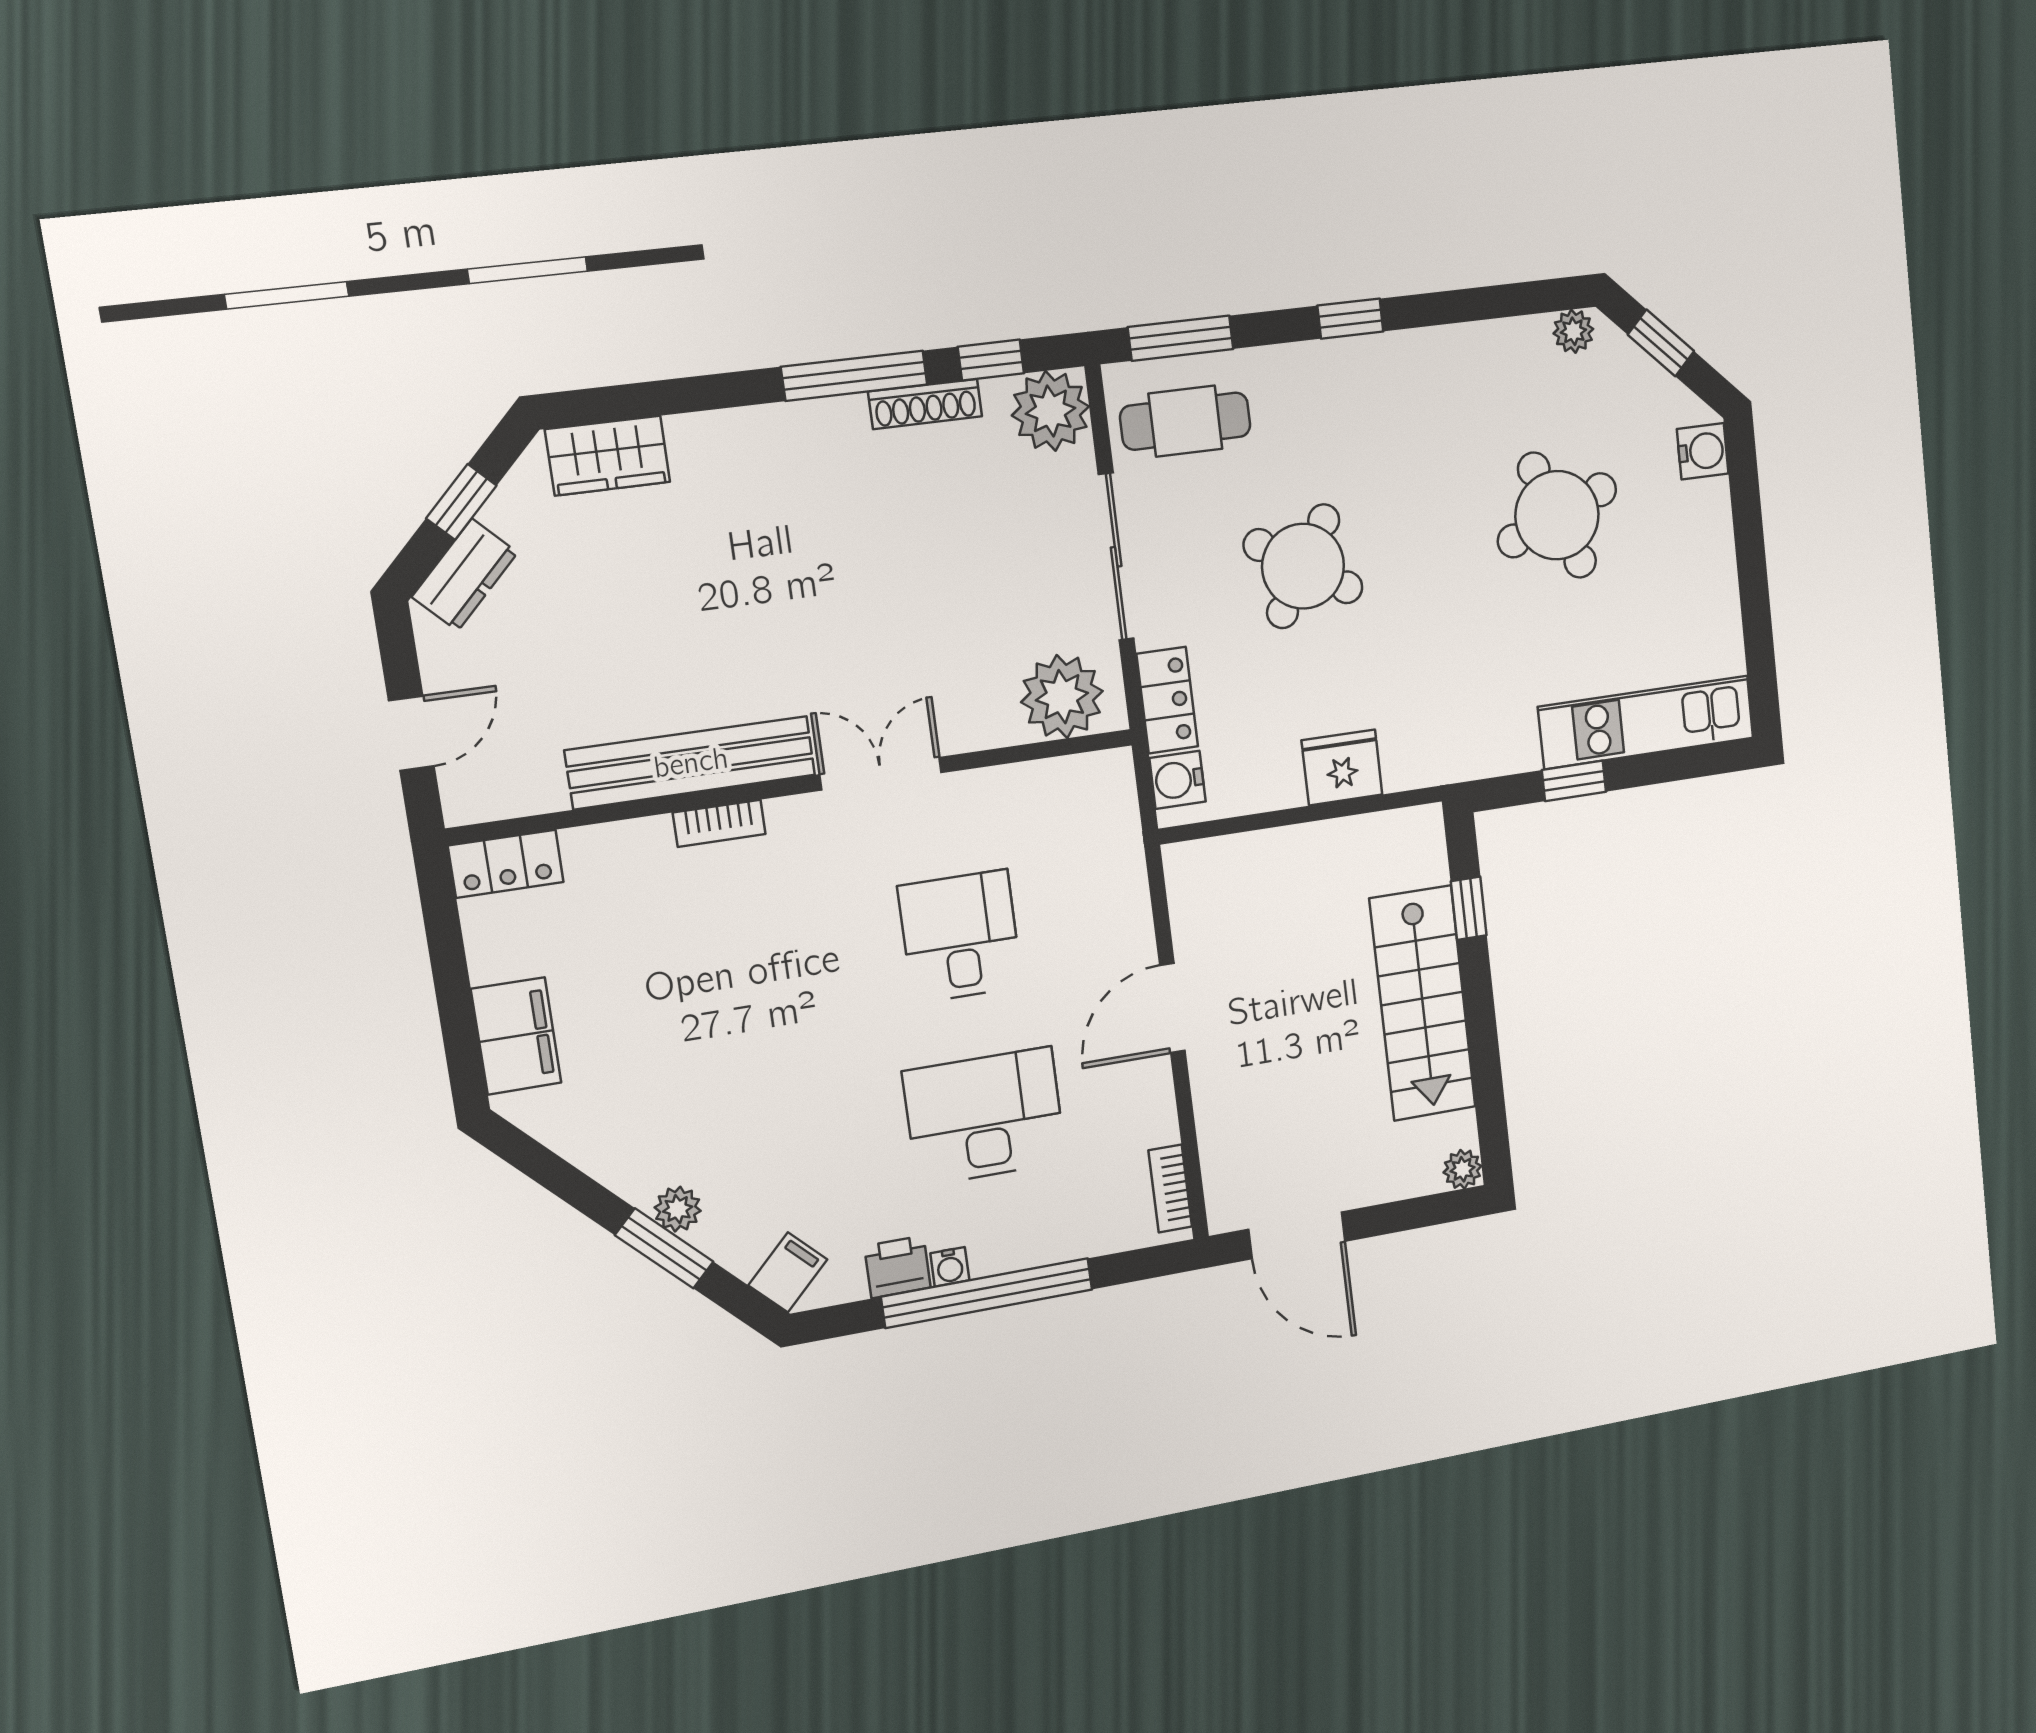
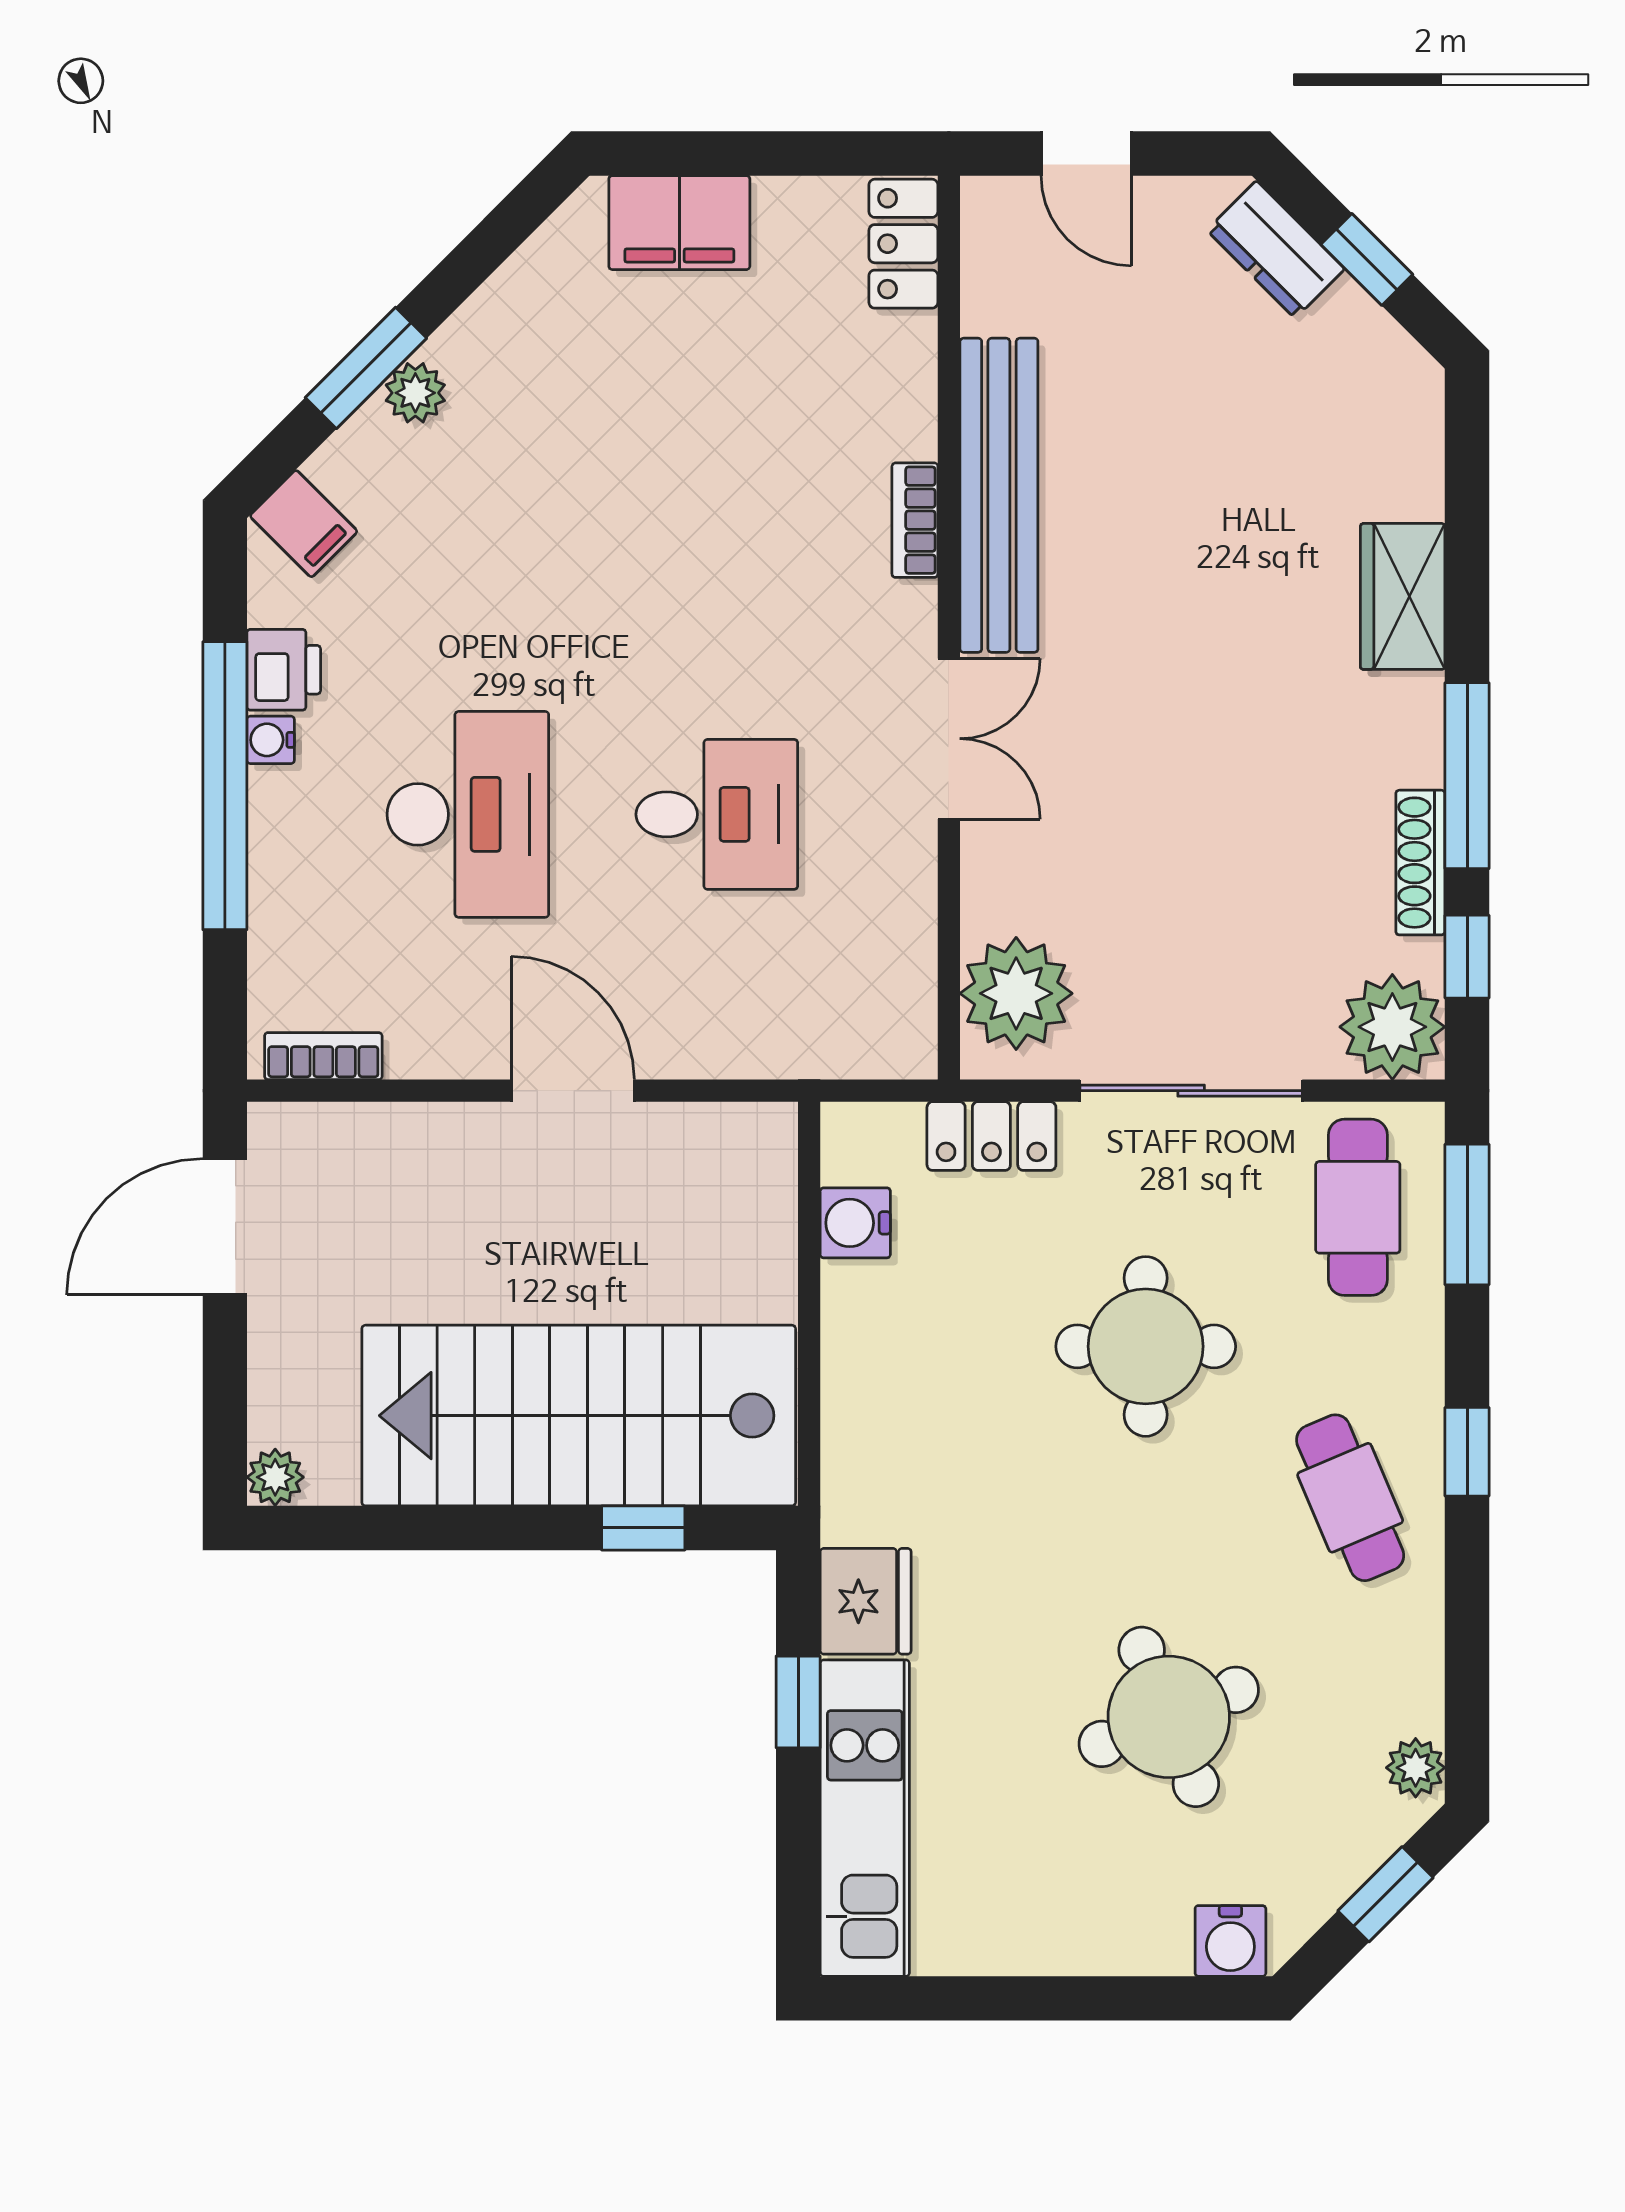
cafe table: (1392, 402) -> (1350, 1498), added
wardrobe: (608, 456) -> (1403, 596), moved
round table: (1303, 566) -> (1146, 1346), turned -32
fridge: (1342, 767) -> (866, 1601), moved
water cooler: (1177, 780) -> (855, 1223), moved, turned -90
stairs: (1423, 1003) -> (579, 1416), width x1.36, depth x1.51

